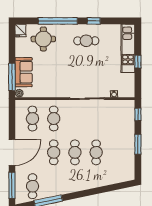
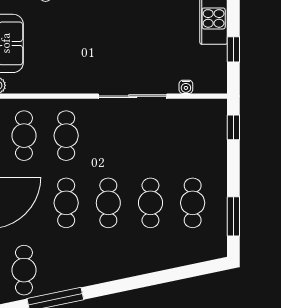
window: (138, 62) -> (233, 49), moved
window: (138, 144) -> (233, 216), moved
cafe table: (117, 152) -> (193, 203), added

